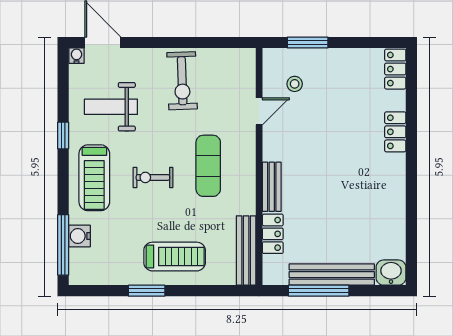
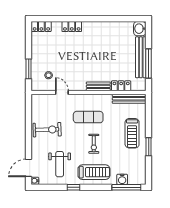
treadmill: (175, 257) -> (132, 133), turned 180

